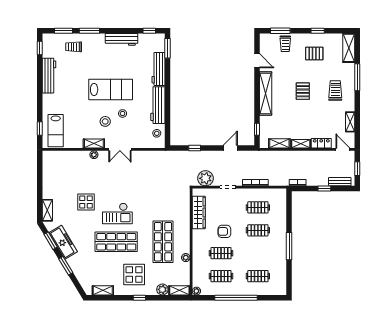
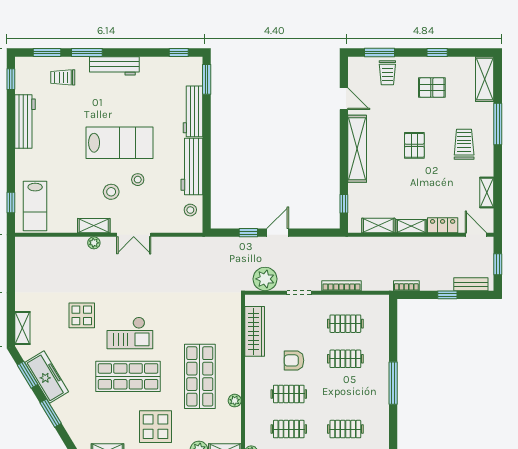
workbench: (122, 39) -> (114, 66), moved
door: (230, 148) -> (278, 233), moved

